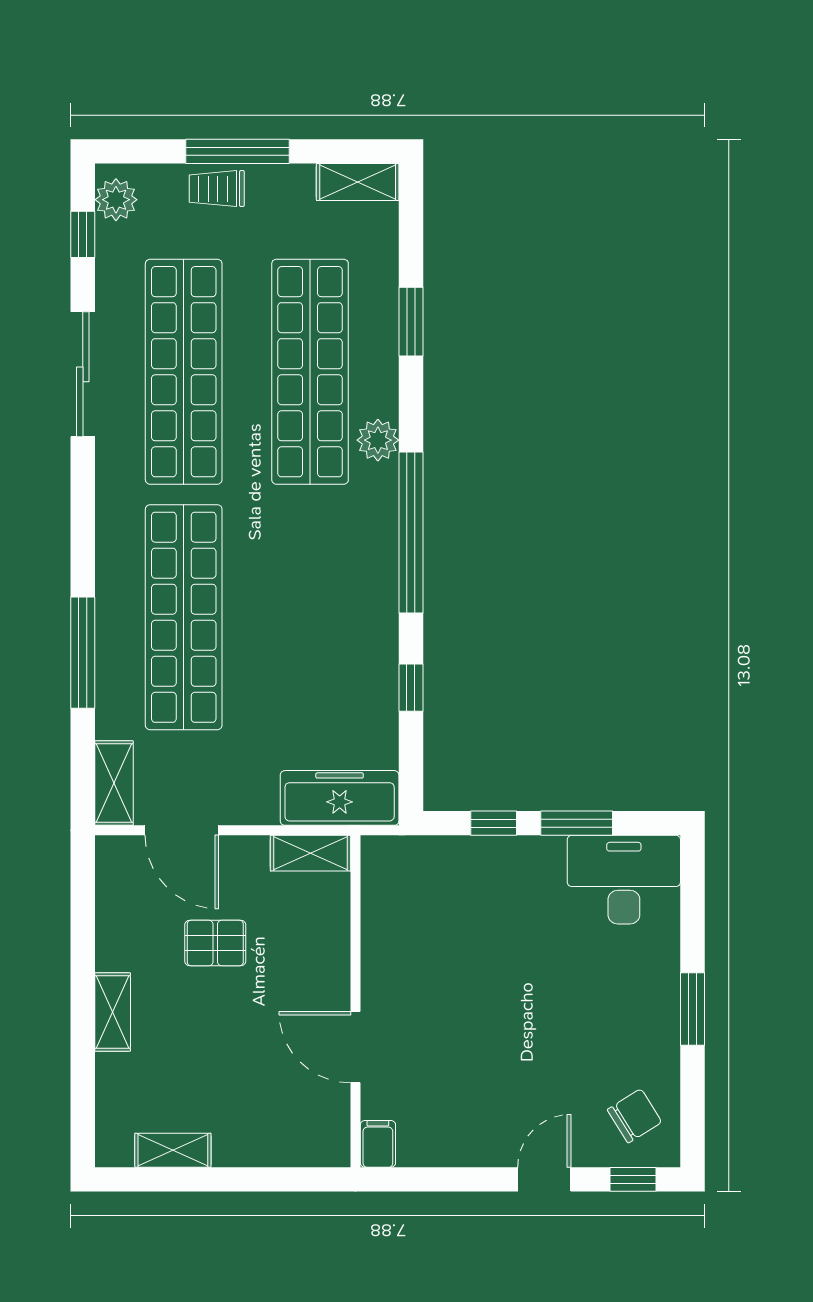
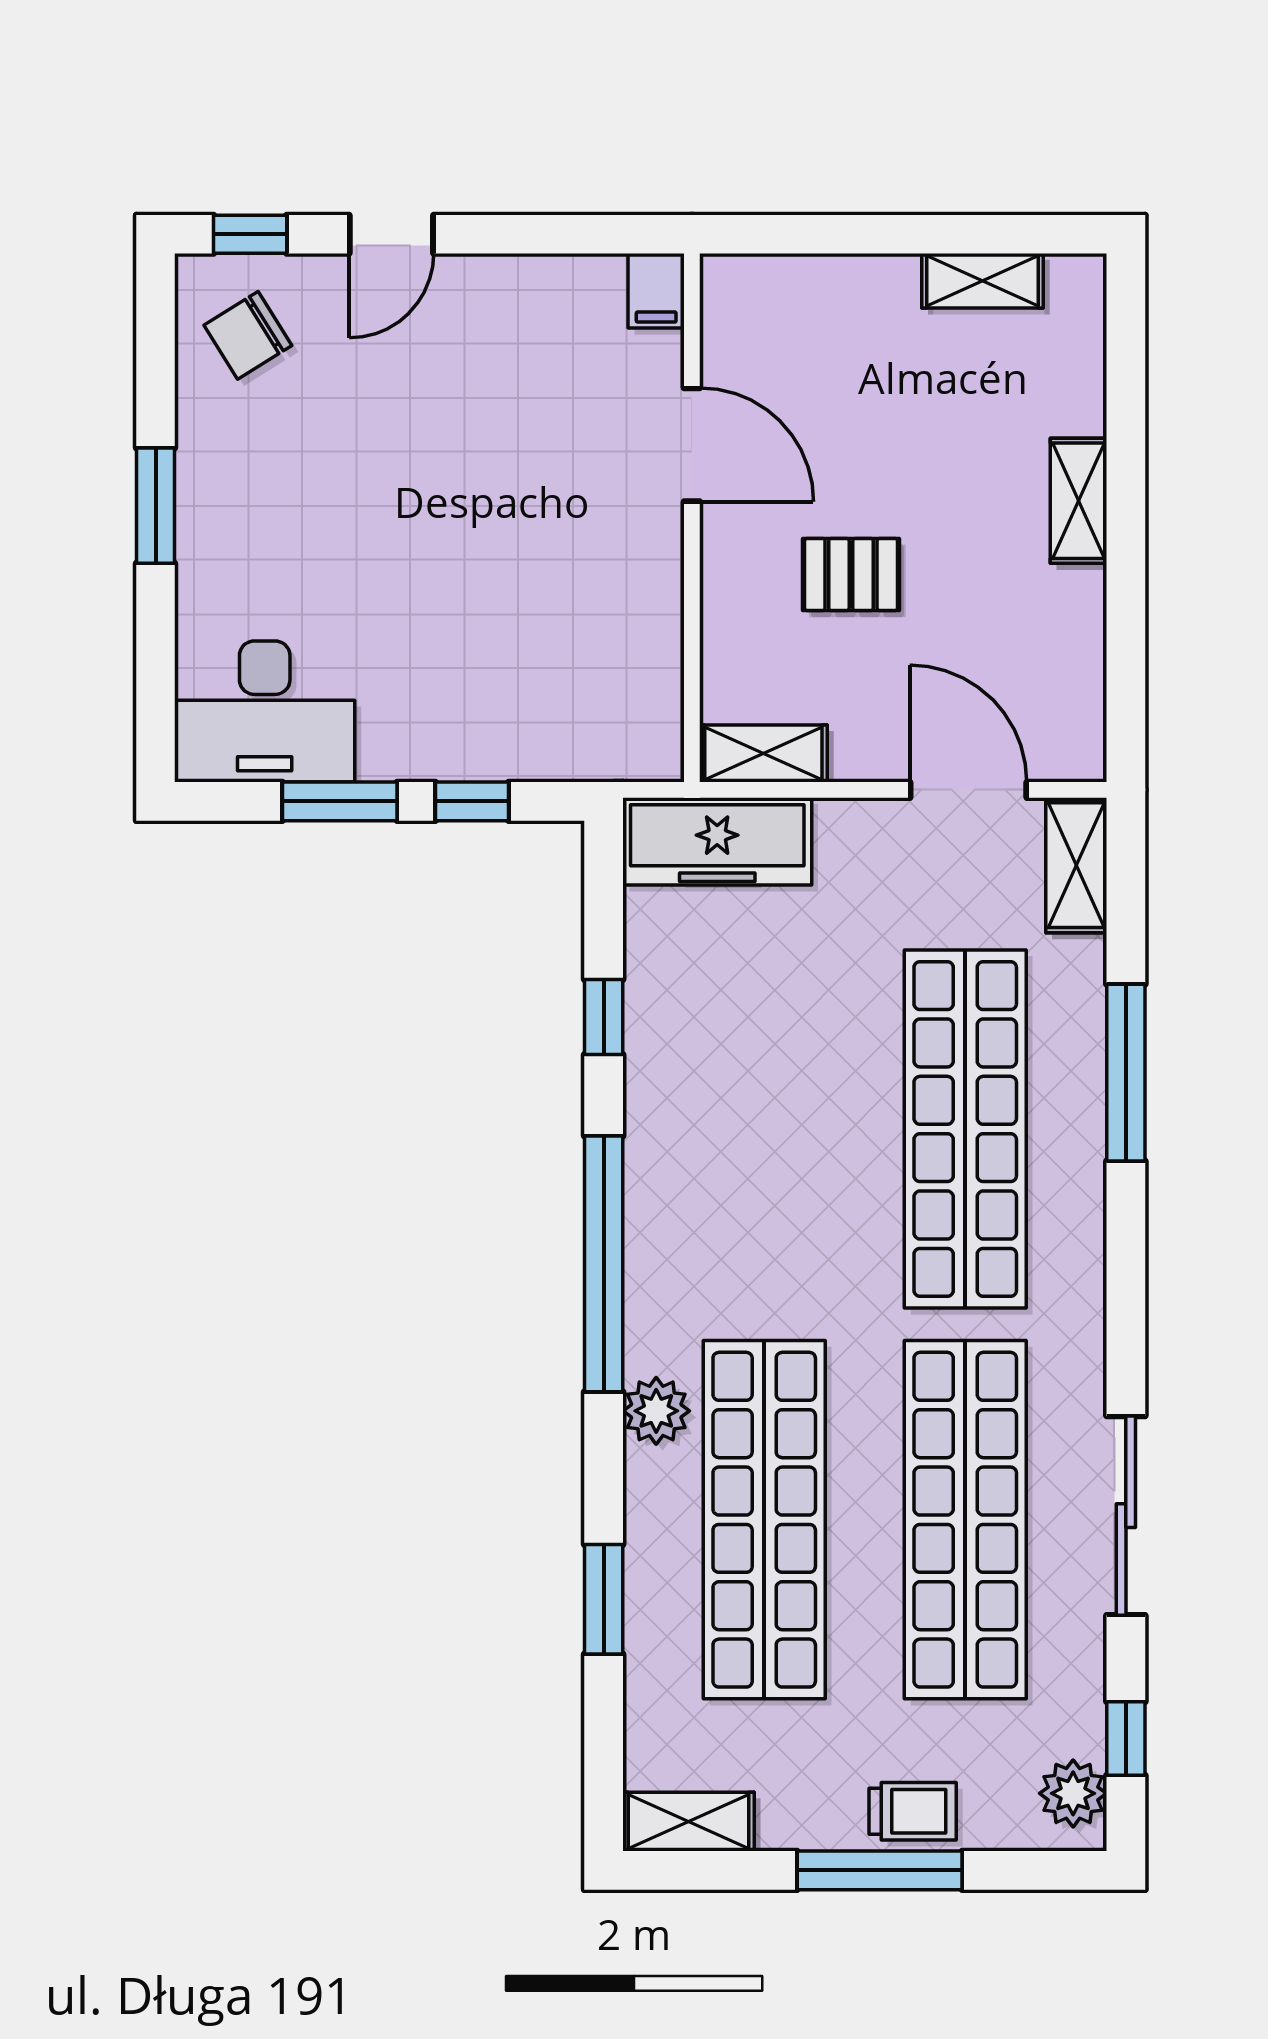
pallet: (215, 943) -> (851, 575), moved

